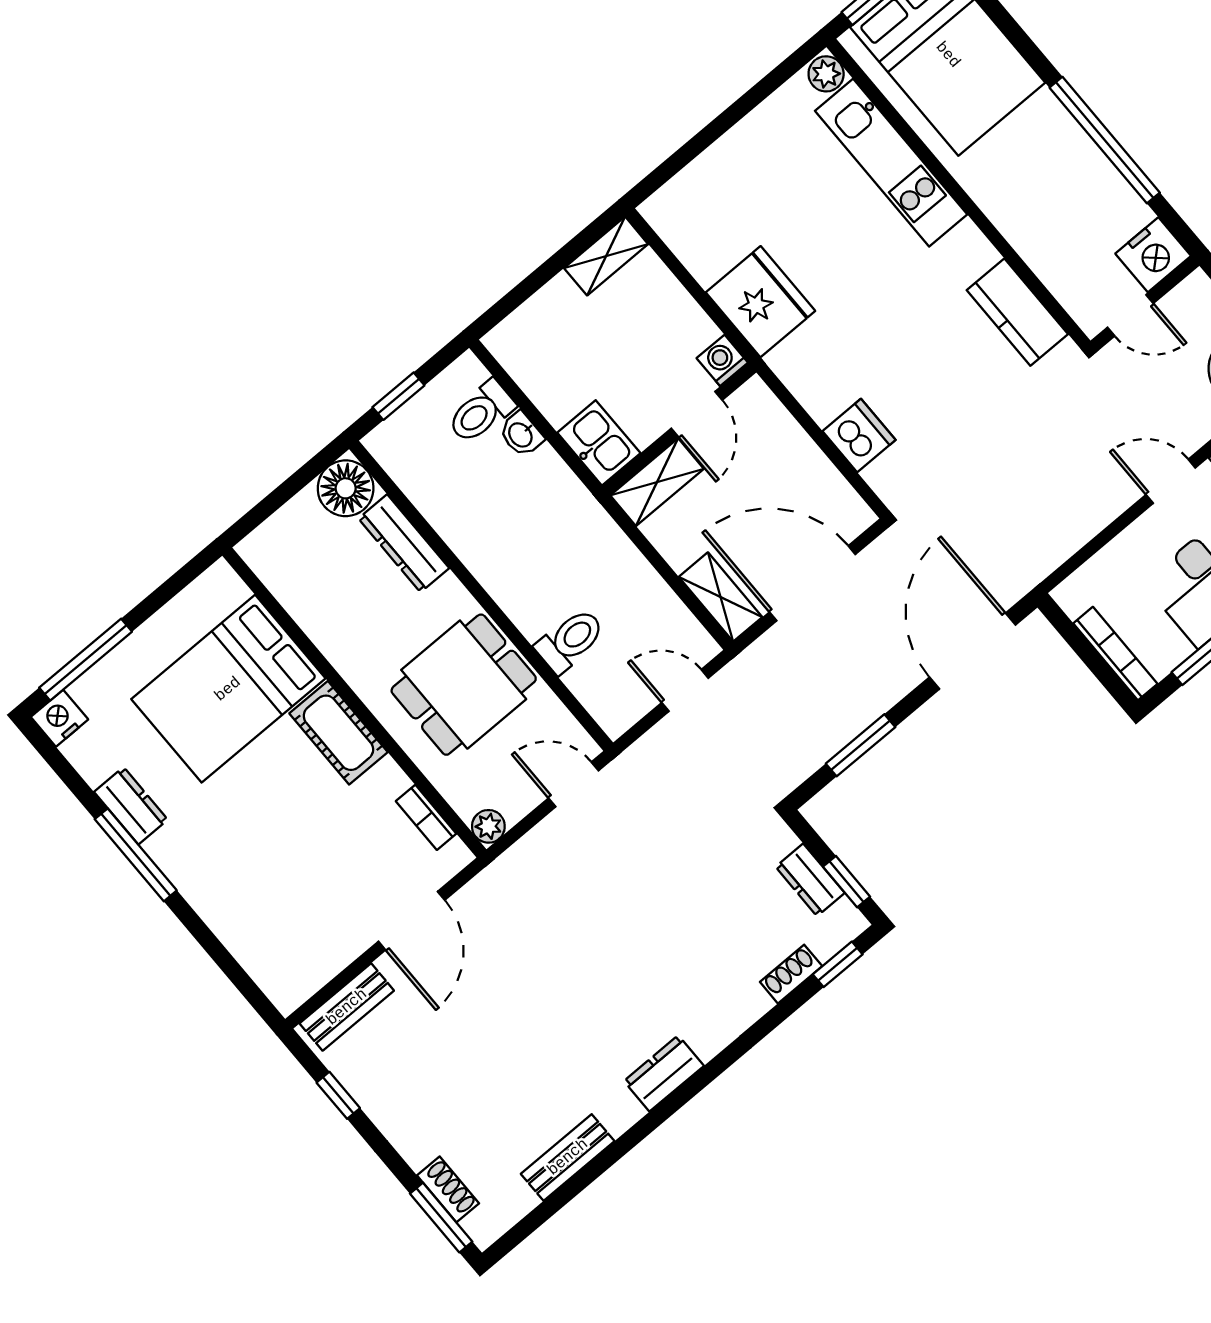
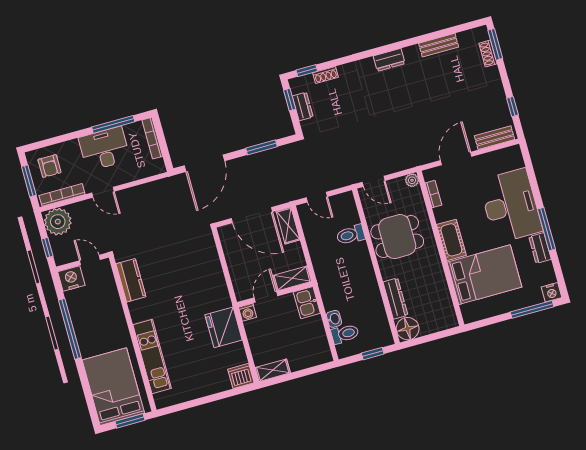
plant: (826, 74) -> (161, 400), removed
dishwasher: (859, 435) -> (241, 376), moved, turned 90
desk: (240, 871) -> (511, 206), added

